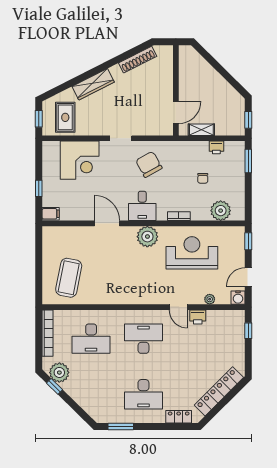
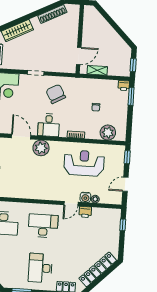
printer: (216, 147) -> (124, 86), moved
plant: (147, 237) -> (41, 148), moved
water cooler: (238, 298) -> (85, 197), moved
door: (178, 307) -> (71, 204), hinge flipped
desk: (143, 394) -> (40, 268), turned 90

